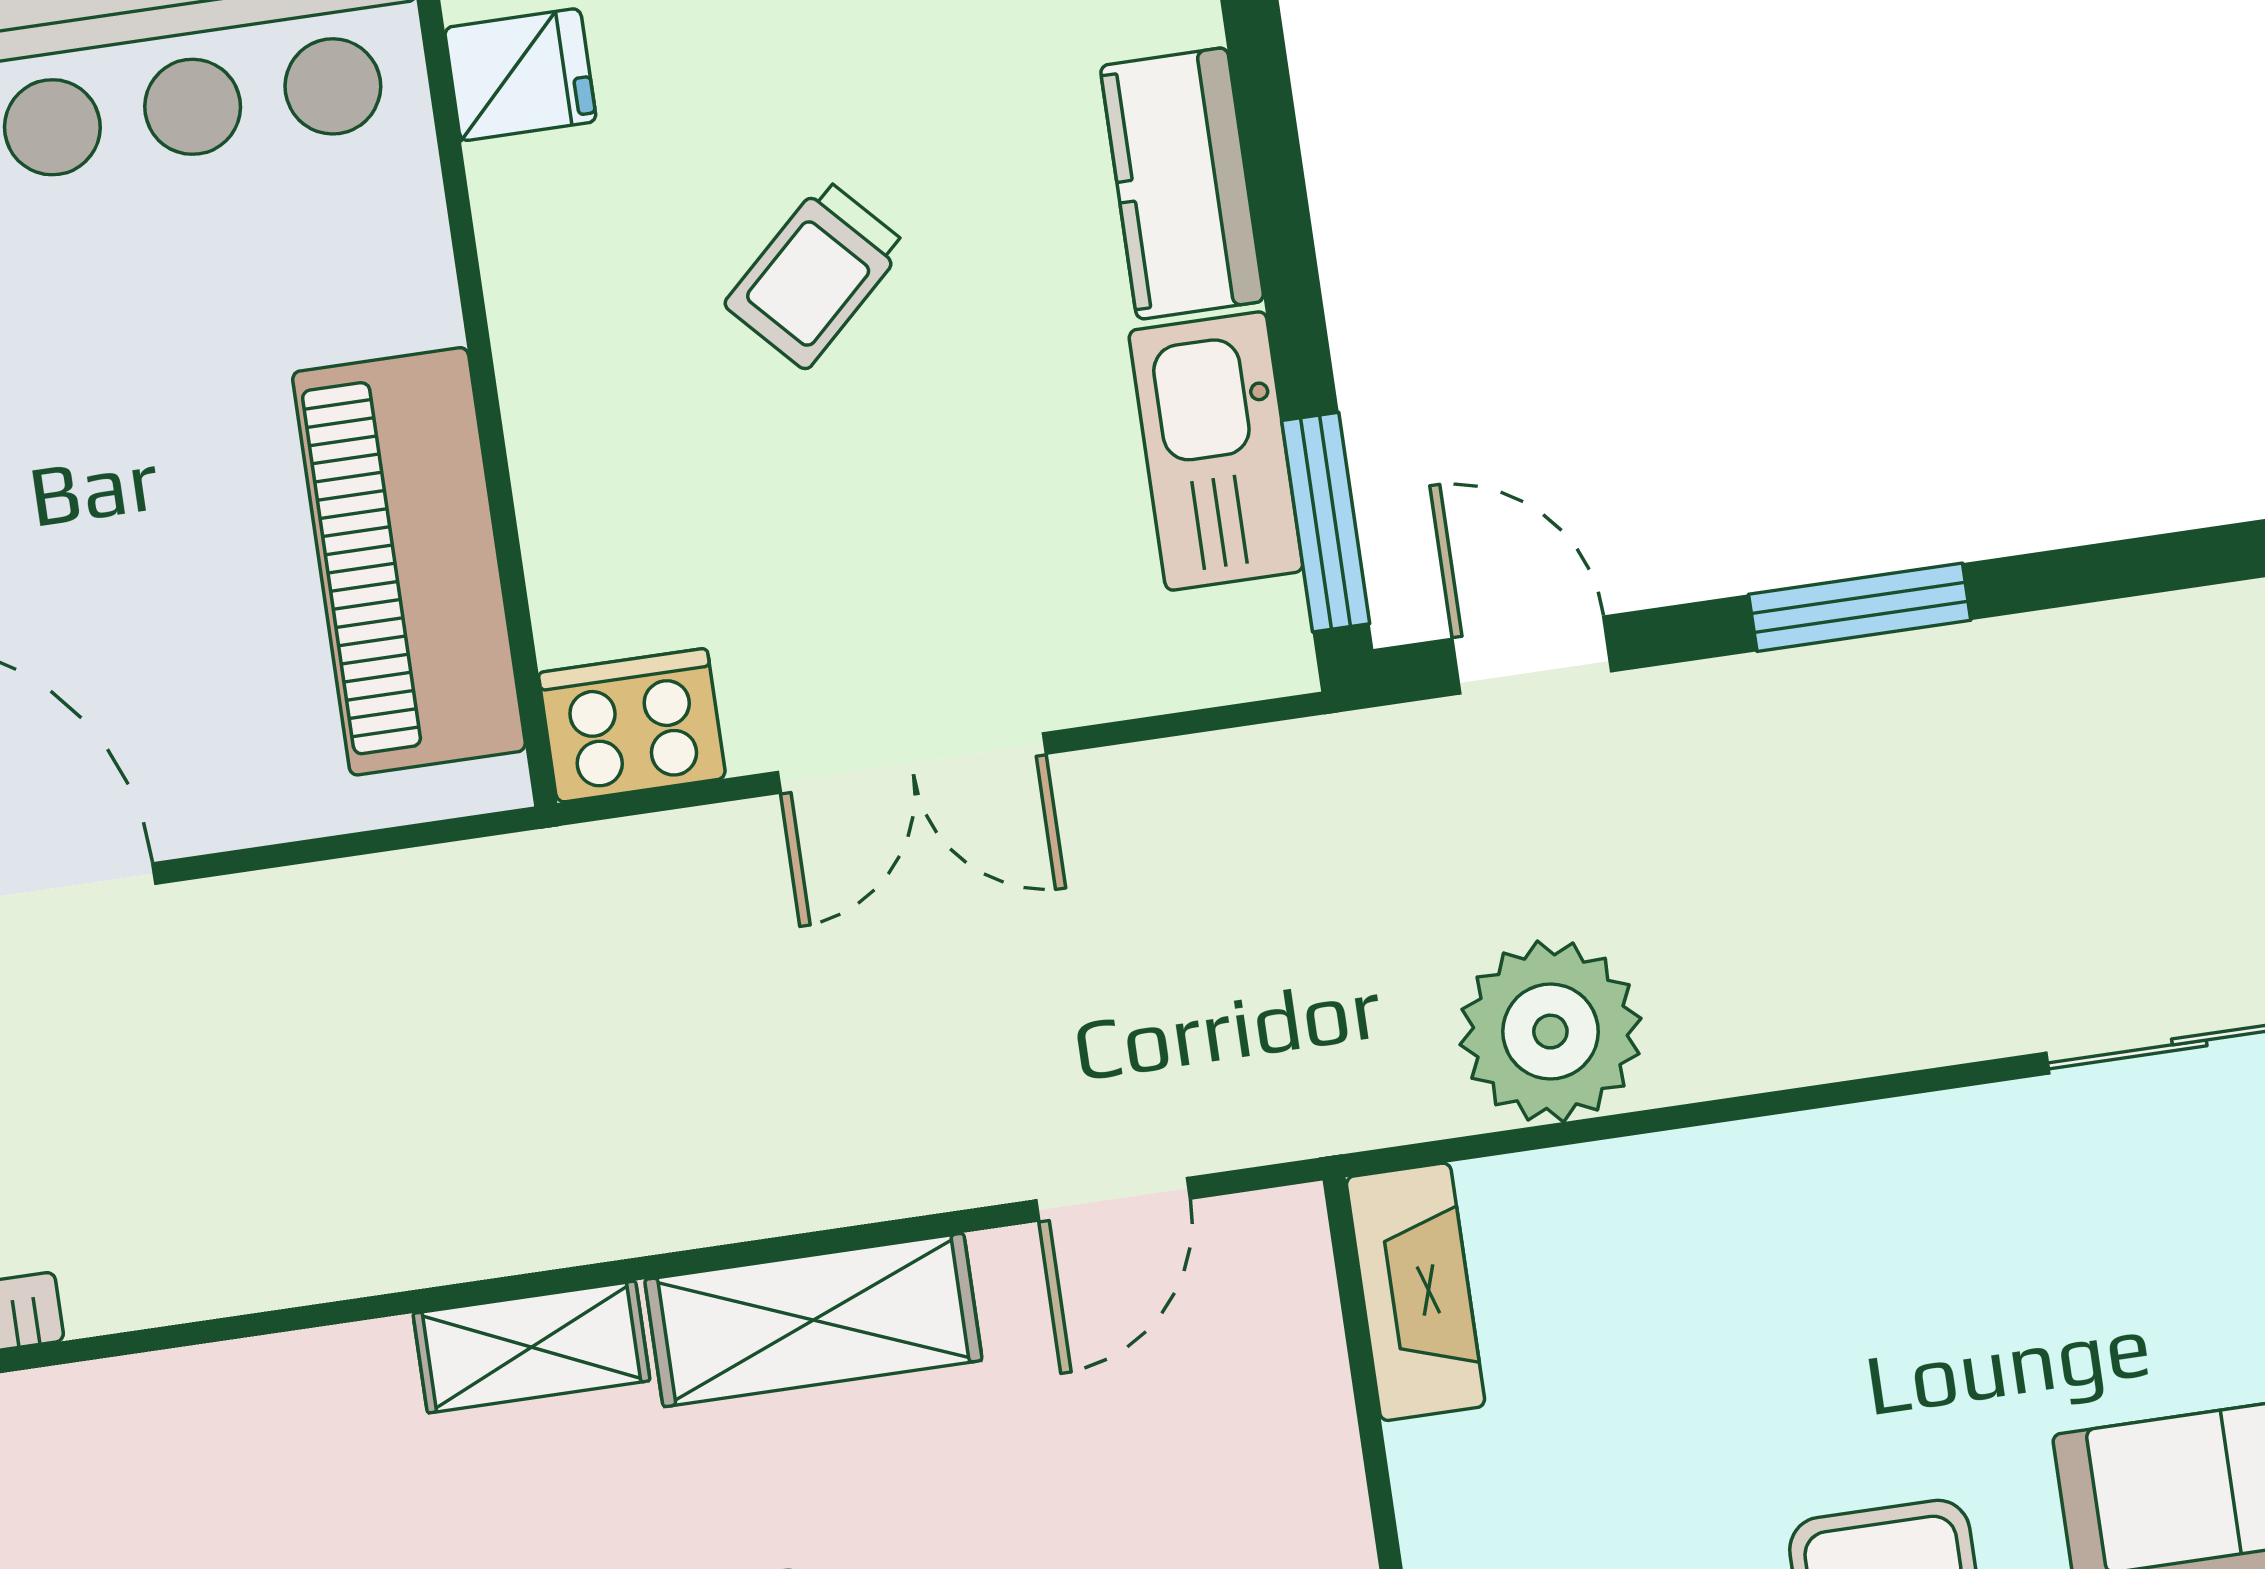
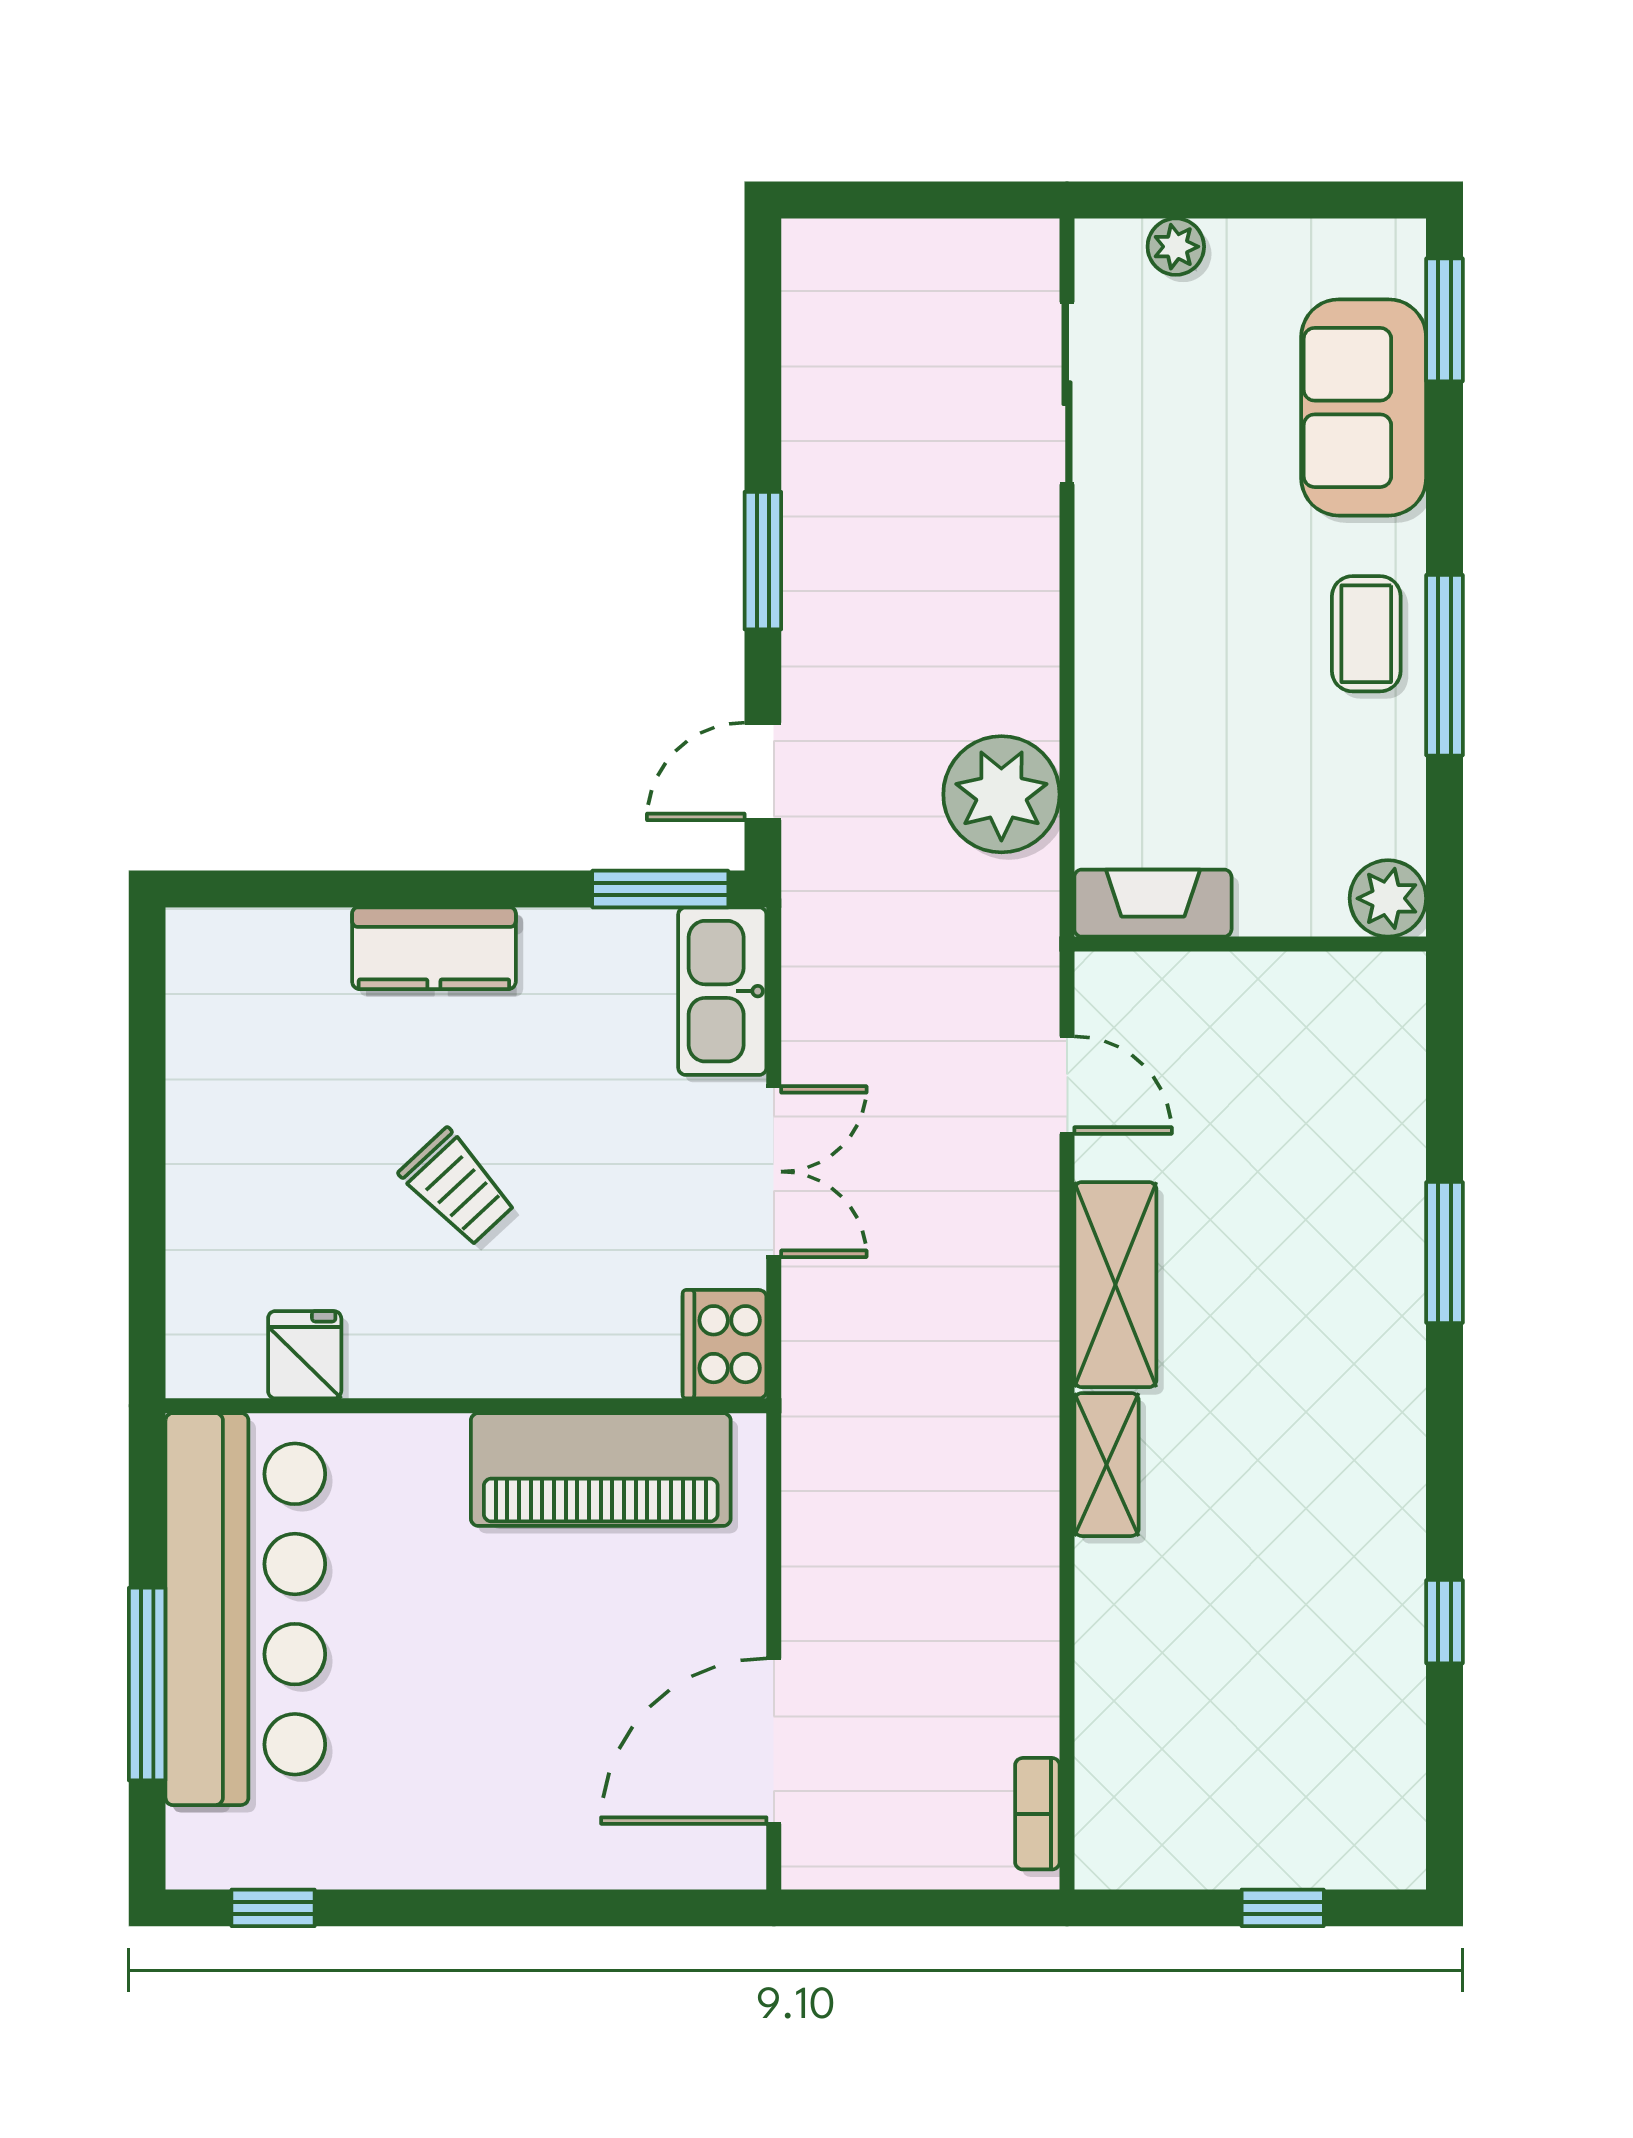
kitchen sink: (1216, 451) -> (722, 991), moved, turned 90

